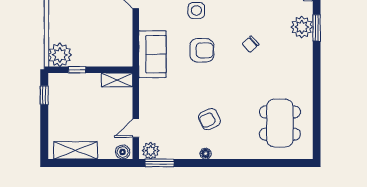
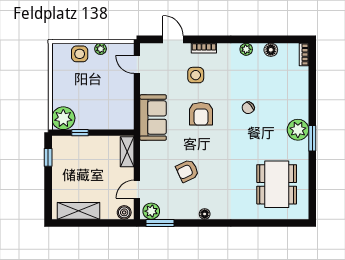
plant: (302, 27) -> (298, 130), moved
window: (317, 28) -> (312, 138), moved
armchair: (202, 50) -> (201, 114), turned 90
shelving: (117, 80) -> (127, 152), moved, turned 90
armchair: (209, 119) -> (187, 171), moved

